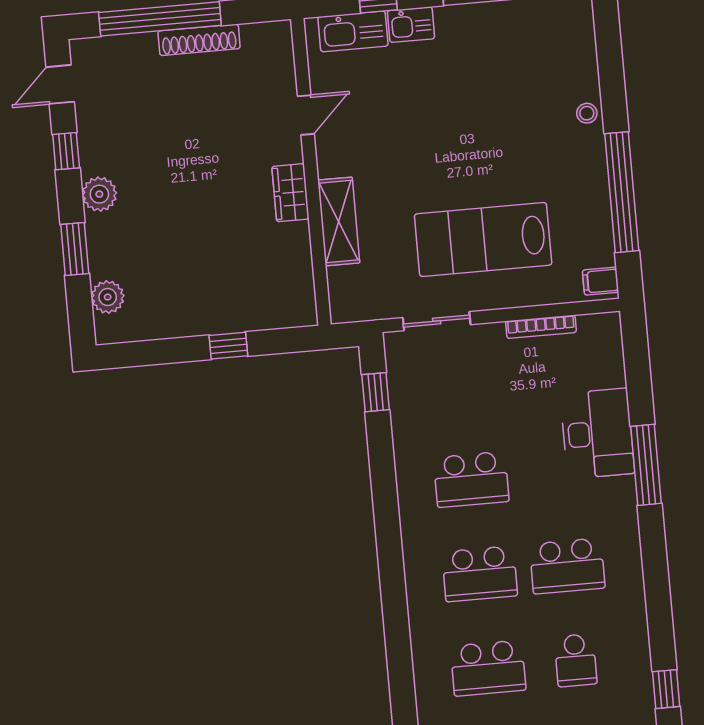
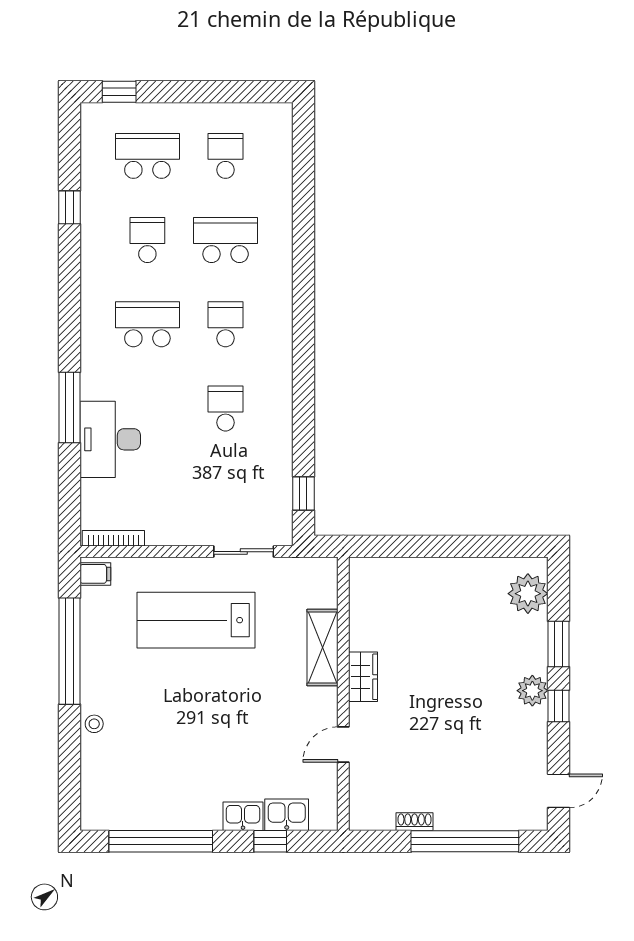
kitchen sink: (353, 31) -> (287, 815), width x0.73
shoe rack: (199, 40) -> (415, 822), width x0.51, depth x0.81
window: (66, 151) -> (559, 706), moved
lab bench: (483, 240) -> (196, 620), turned 180
plant: (108, 297) -> (528, 594), width x1.36, depth x1.36
bookcase: (541, 327) -> (113, 538), moved
window: (228, 346) -> (430, 546), removed
school desk: (471, 479) -> (226, 409), width x0.54
school desk: (480, 574) -> (226, 324), width x0.54

